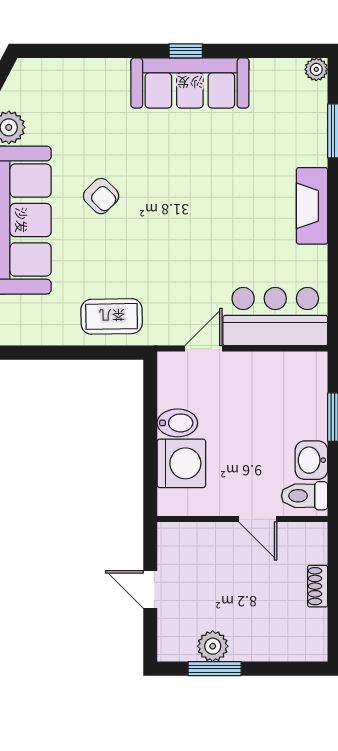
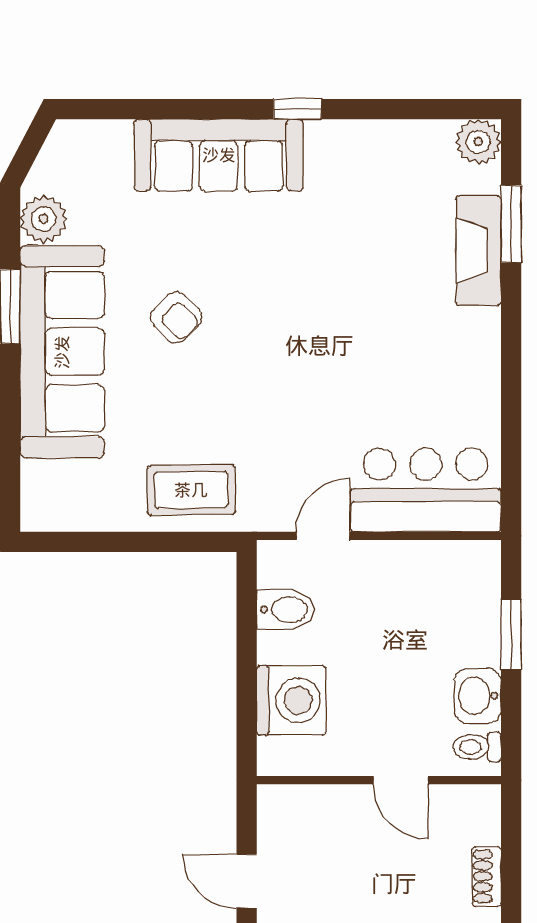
plant: (316, 69) -> (478, 142), width x1.38, depth x1.38
sofa: (190, 83) -> (219, 155), moved
fireplace: (312, 206) -> (478, 251), moved
bidet: (177, 423) -> (286, 610), moved
toilet: (305, 496) -> (477, 747), width x0.73, depth x0.72

